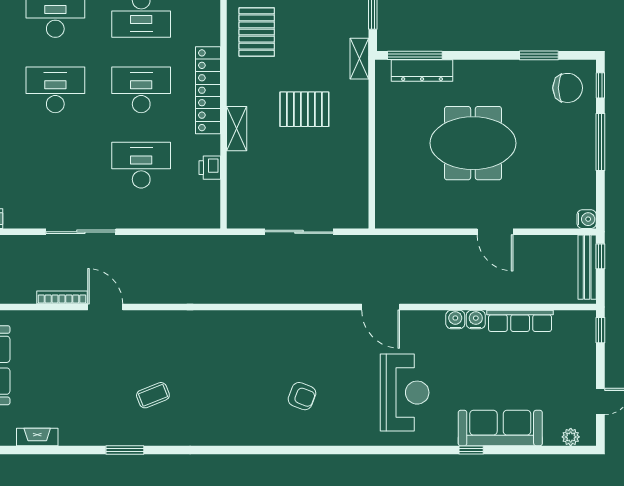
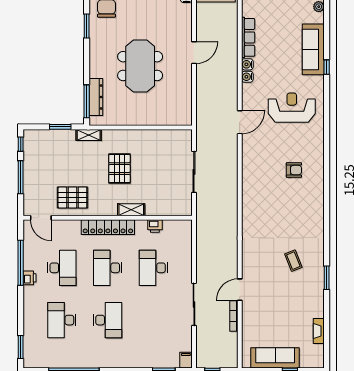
desk: (55, 90) -> (108, 320), turned 180
armchair: (302, 396) -> (294, 170), turned 69

